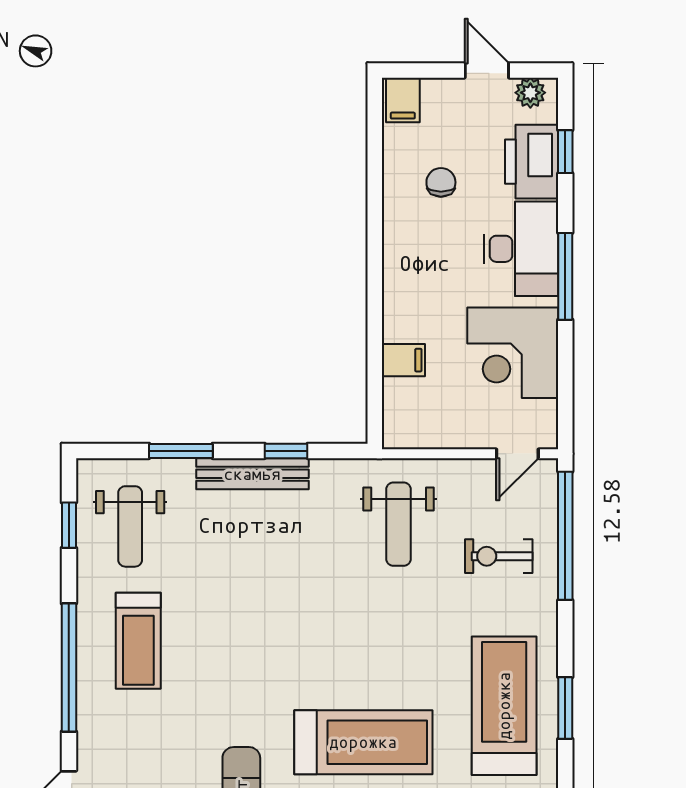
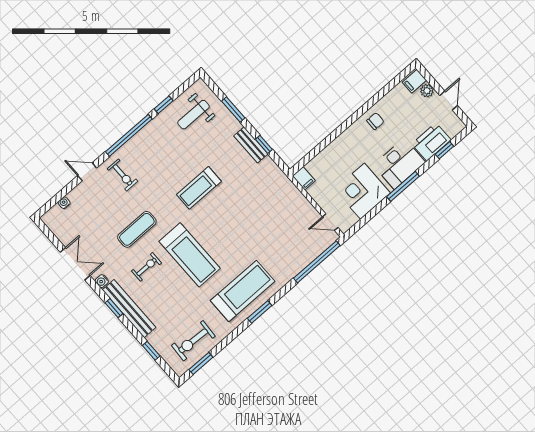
plant: (530, 93) -> (427, 91), moved
chair: (441, 182) -> (375, 121), moved
filing cabinet: (403, 360) -> (304, 178), moved
bench: (252, 474) -> (251, 145), width x0.73
weight bench: (399, 524) -> (272, 203), removed
window: (69, 525) -> (164, 105), moved
exercise bike: (499, 556) -> (122, 175), moved, turned 180
treadmill: (138, 641) -> (199, 188), moved

